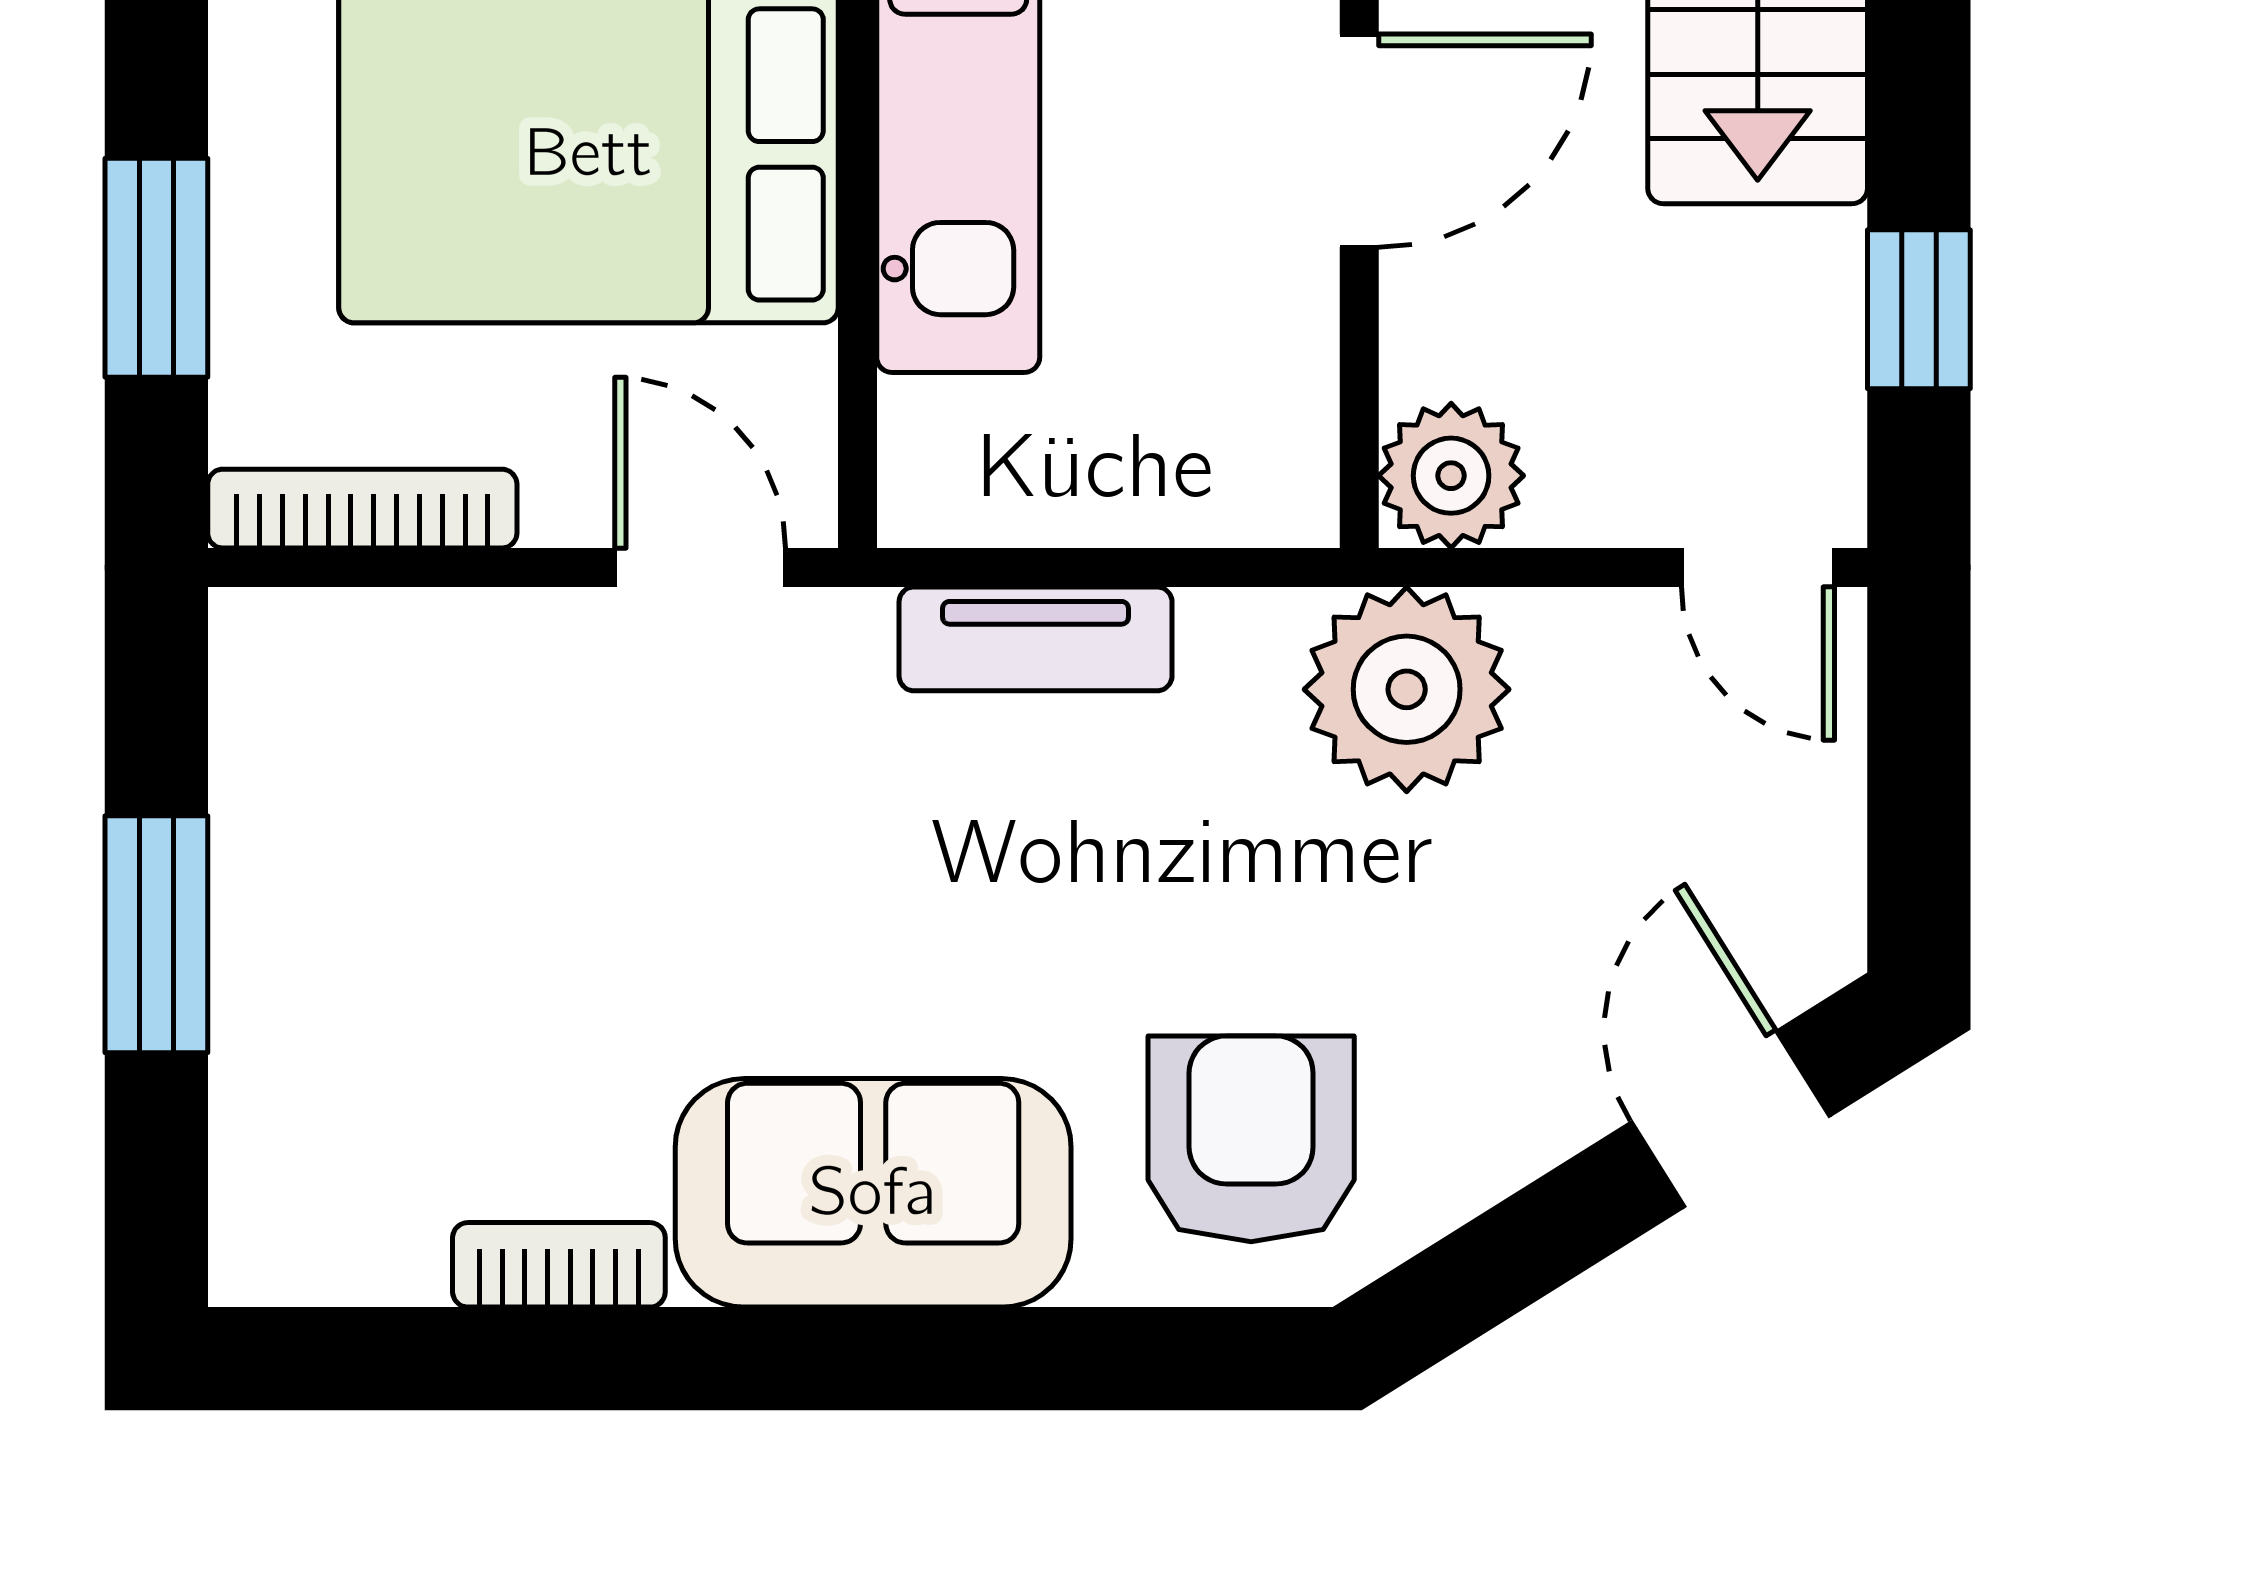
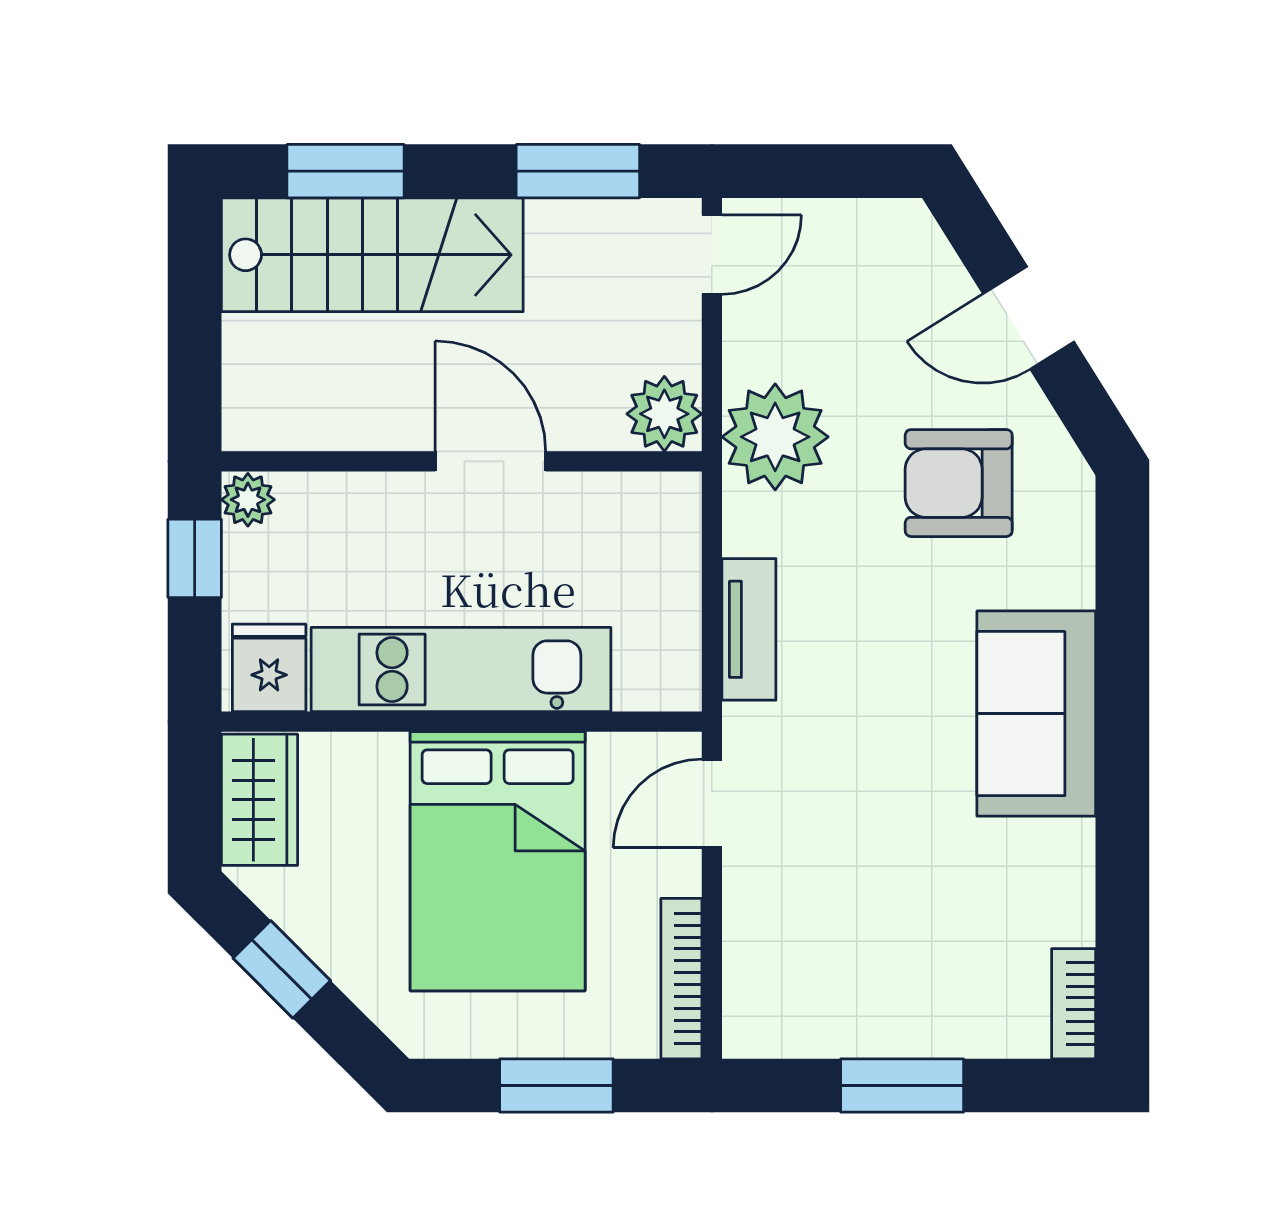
window: (1919, 309) -> (578, 171), width x1.50
door: (1730, 1119) -> (1029, 318), moved
armchair: (1251, 1139) -> (959, 483), moved
bookcase: (559, 1265) -> (1074, 1004), moved

